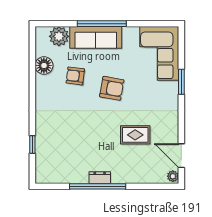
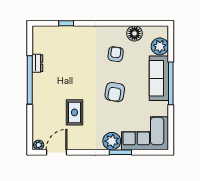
armchair: (75, 76) -> (116, 54), moved
plant: (168, 92) -> (112, 141), added
dresser: (100, 178) -> (37, 63), moved

